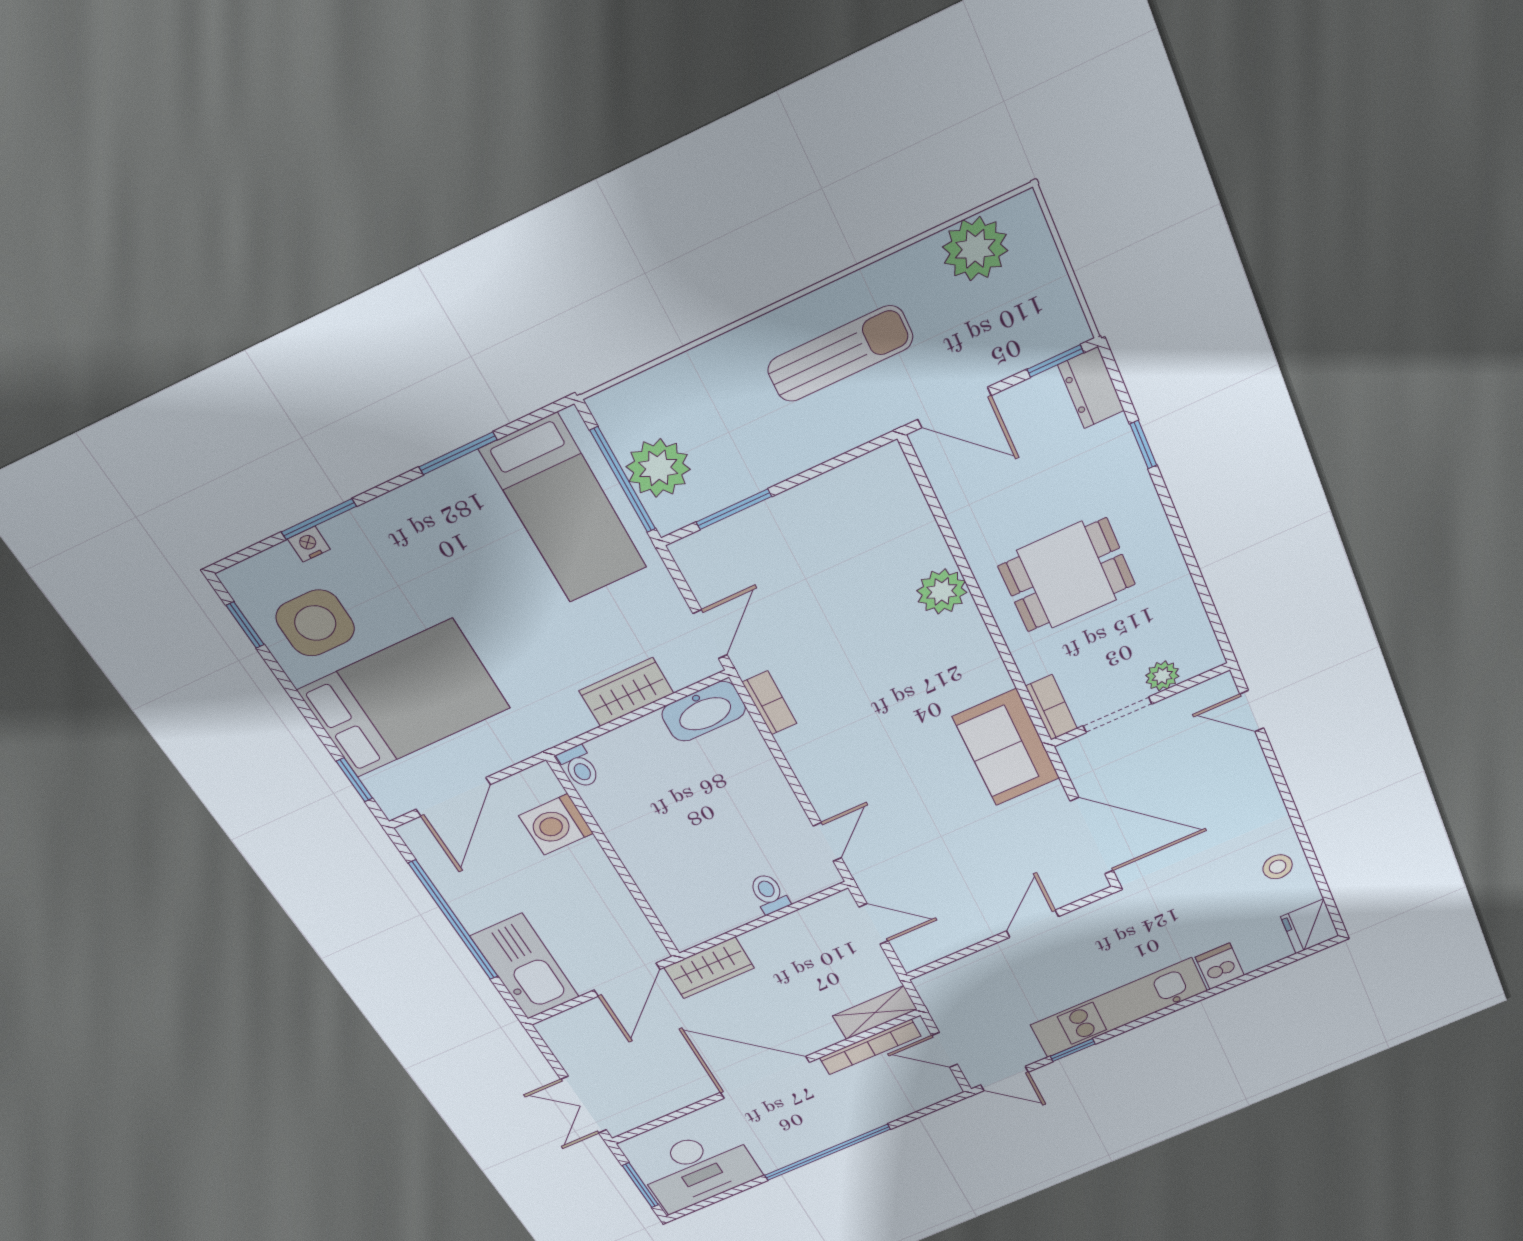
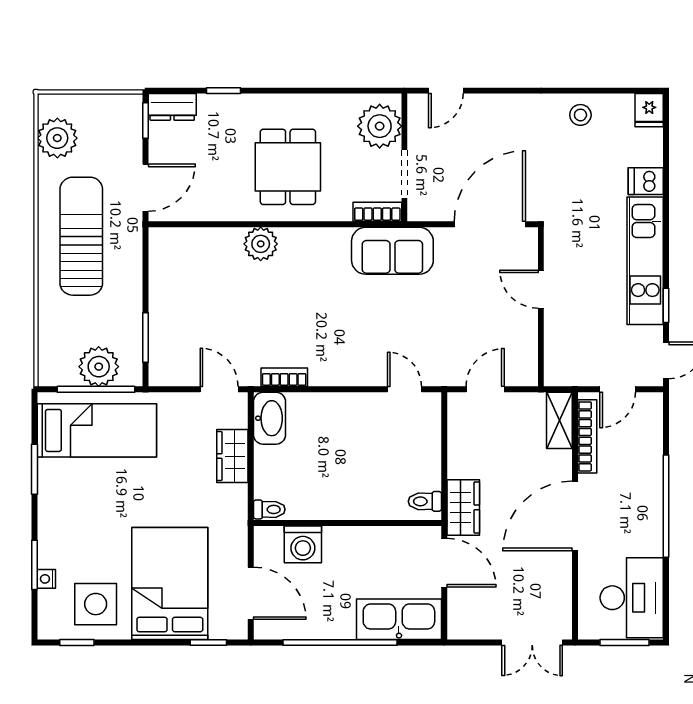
sun lounger: (840, 354) -> (81, 236), width x1.36, depth x1.34
plant: (1162, 676) -> (380, 126), width x1.88, depth x1.88
toilet: (769, 894) -> (425, 501), moved
fridge: (1310, 926) -> (649, 110), width x0.72

